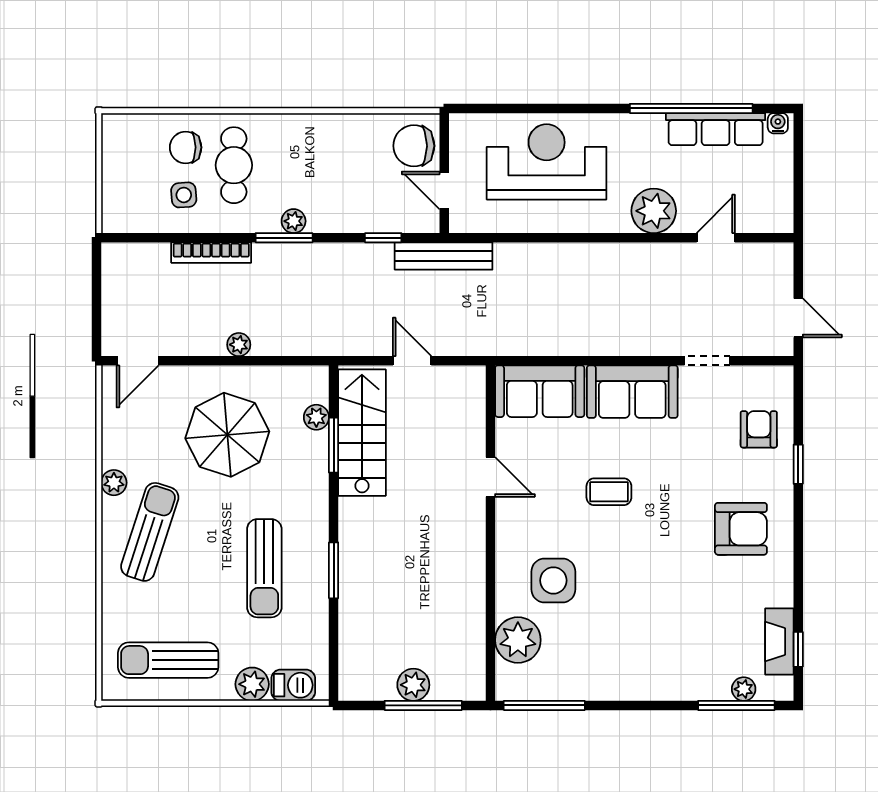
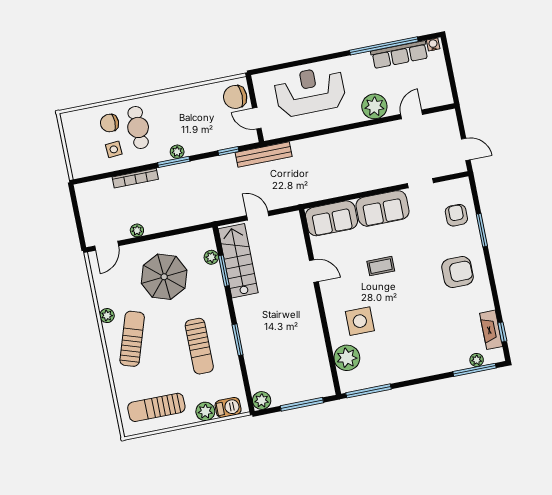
plant: (239, 345) -> (137, 230), moved
window: (798, 464) -> (482, 230), width x1.50
plant: (413, 685) -> (262, 400), moved

